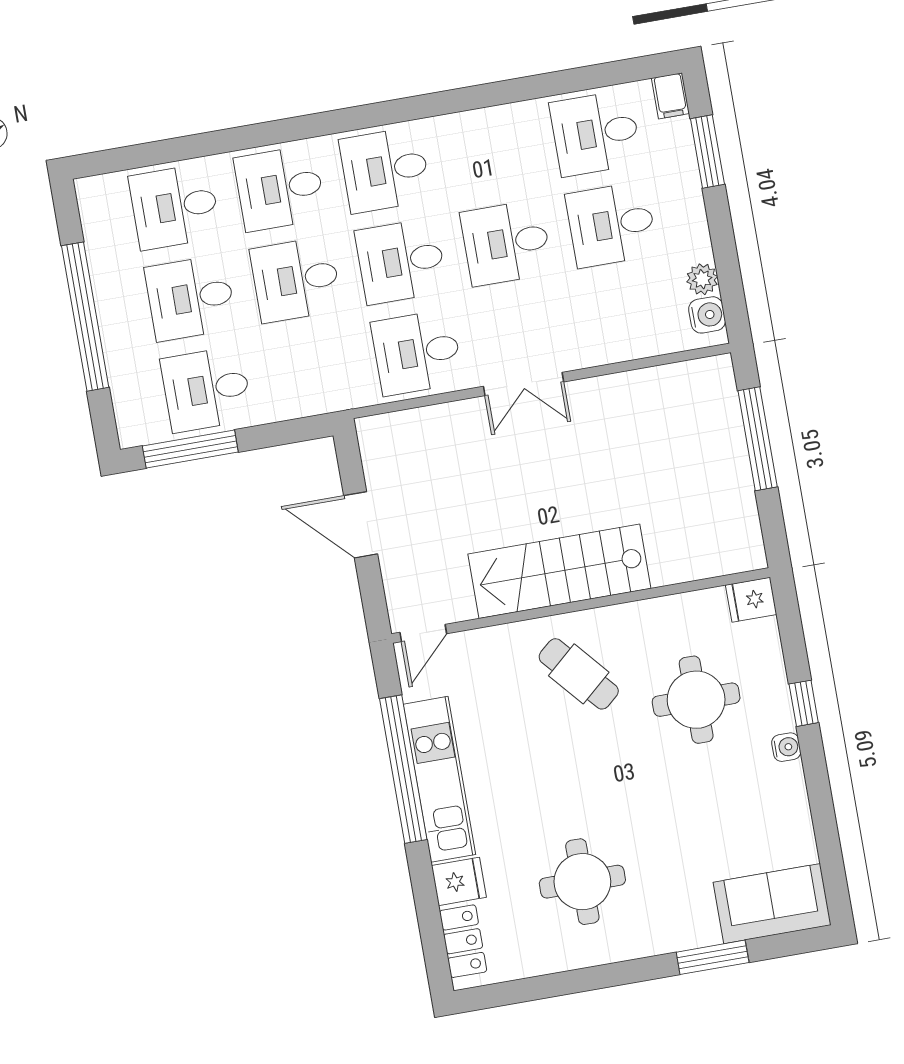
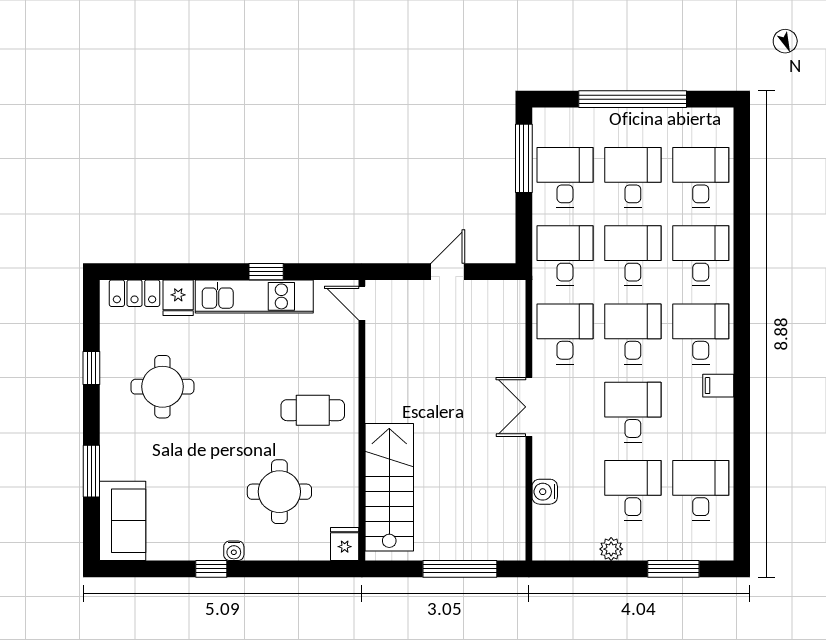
filing cabinet: (670, 96) -> (718, 386), moved
plant: (702, 279) -> (611, 549), moved
water cooler: (707, 315) -> (545, 492), moved, turned 90
desk: (312, 371) -> (565, 256), added
door: (361, 525) -> (448, 272), width x0.73
stairs: (559, 571) -> (389, 487), moved
cafe table: (579, 674) -> (313, 410), turned 41
window: (804, 703) -> (211, 569), moved
window: (403, 769) -> (266, 272), width x0.32
window: (574, 982) -> (91, 368), added

